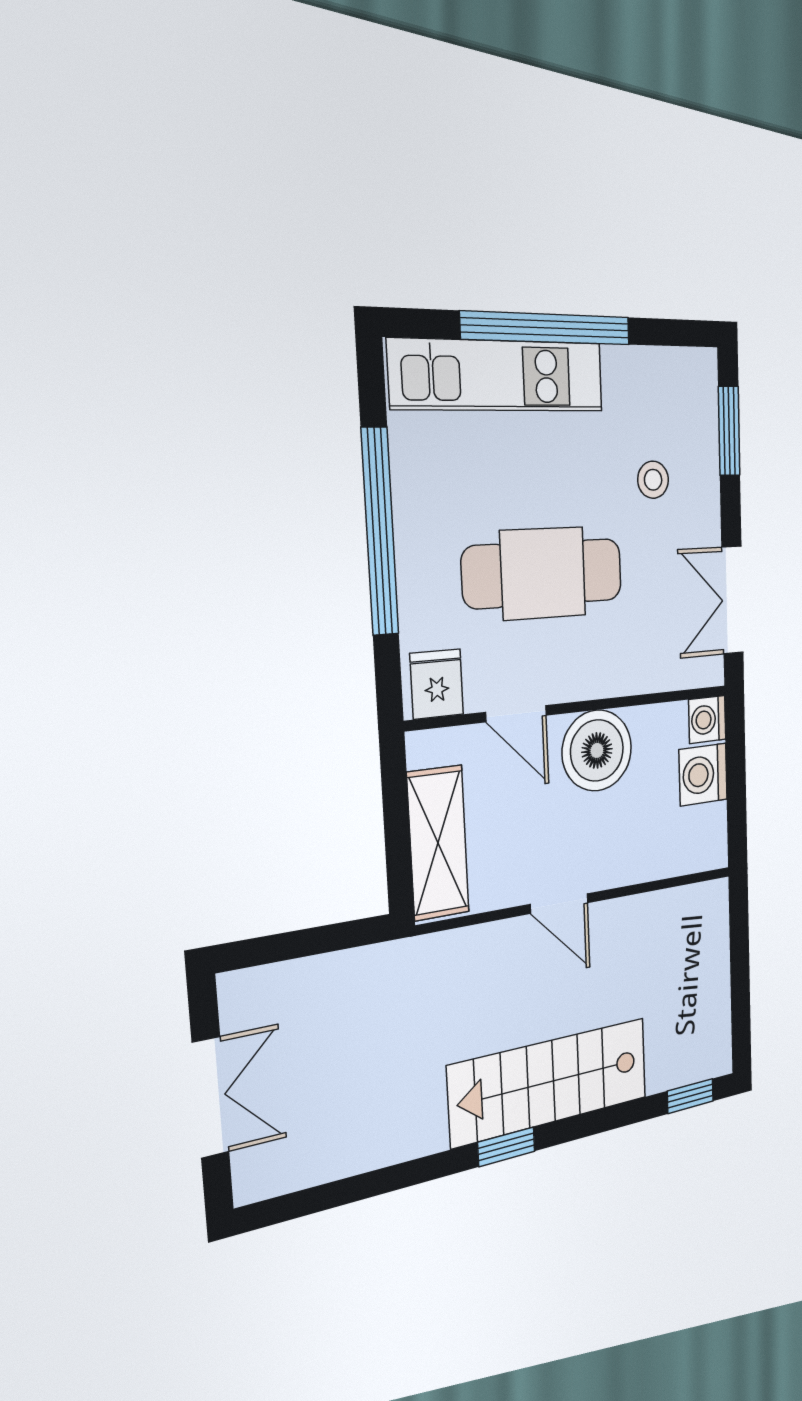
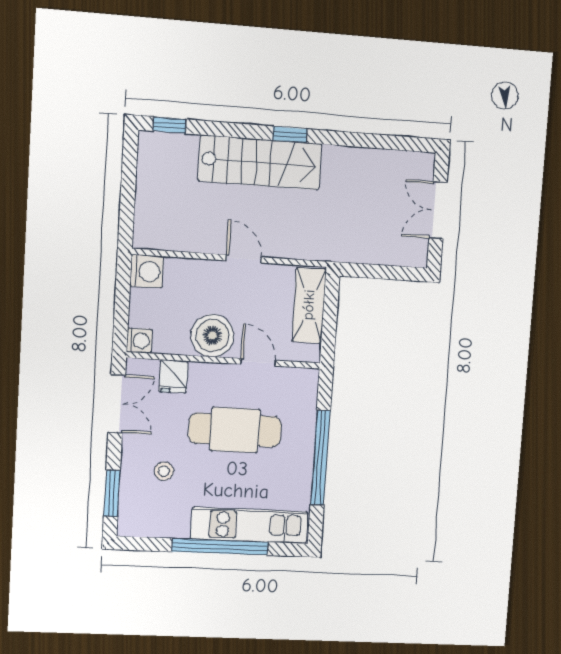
fridge: (437, 684) -> (173, 376), moved
washing machine: (703, 775) -> (147, 271), moved

